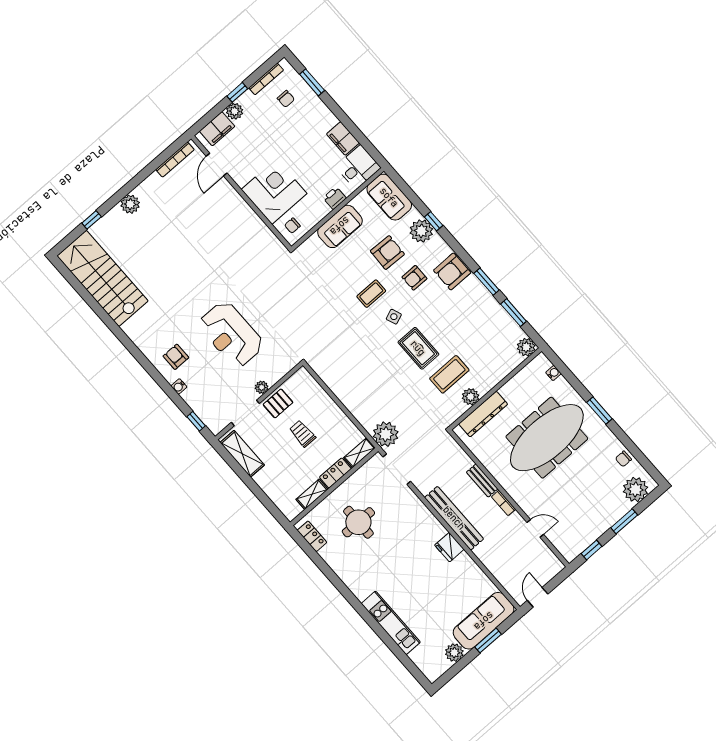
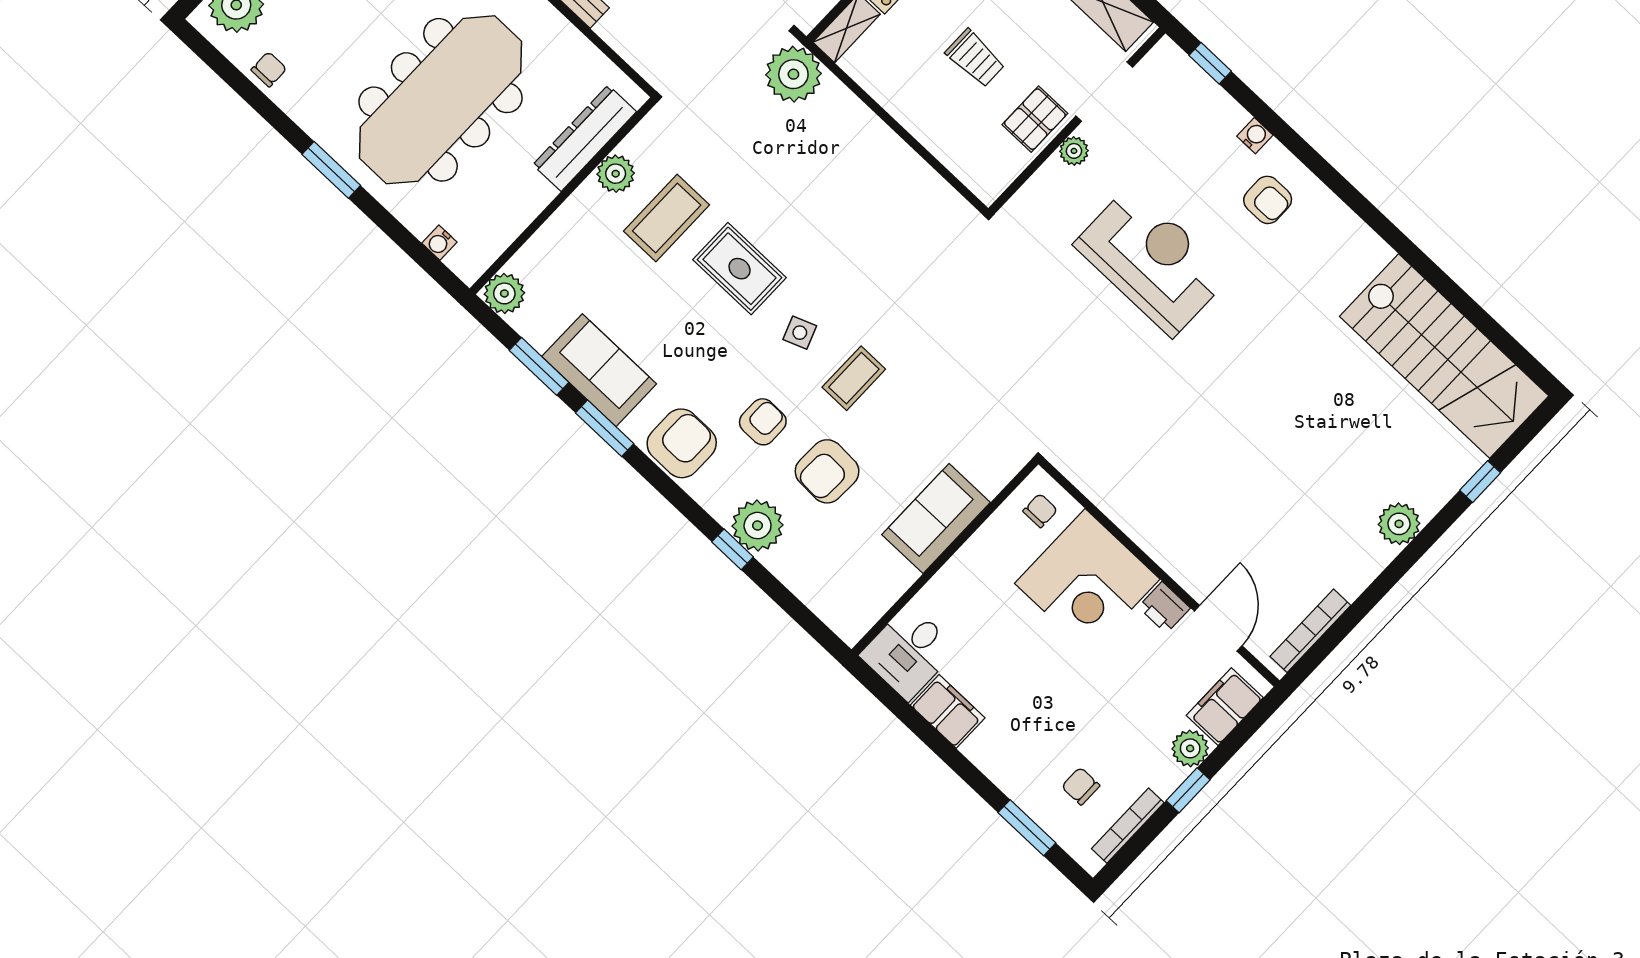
sofa: (389, 197) -> (599, 370), moved
printer: (335, 198) -> (1164, 608), moved, turned 90

